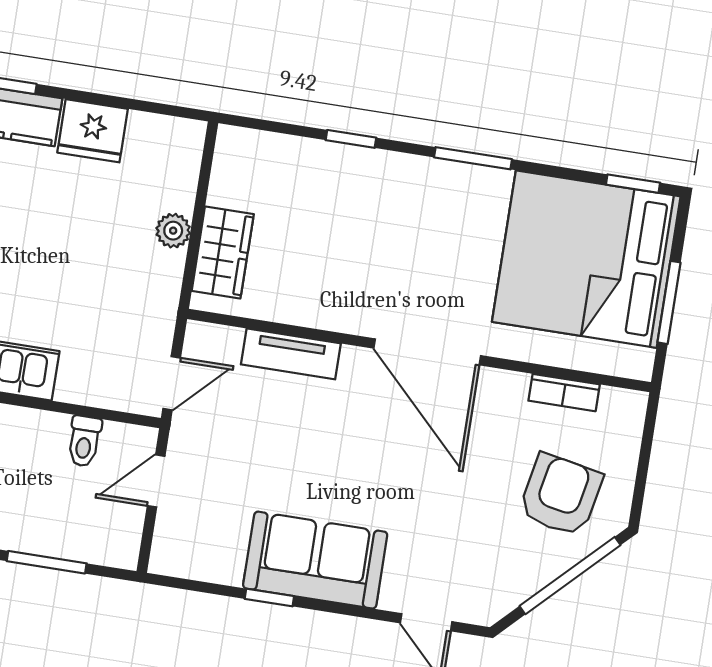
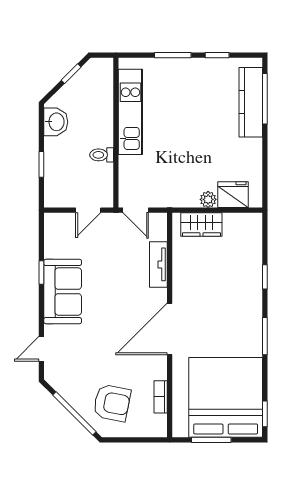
fridge: (93, 131) -> (233, 195), moved, turned 90
toilet: (84, 441) -> (102, 155), moved
door: (156, 481) -> (88, 210), swing flipped
window: (47, 562) -> (41, 164), width x0.67

